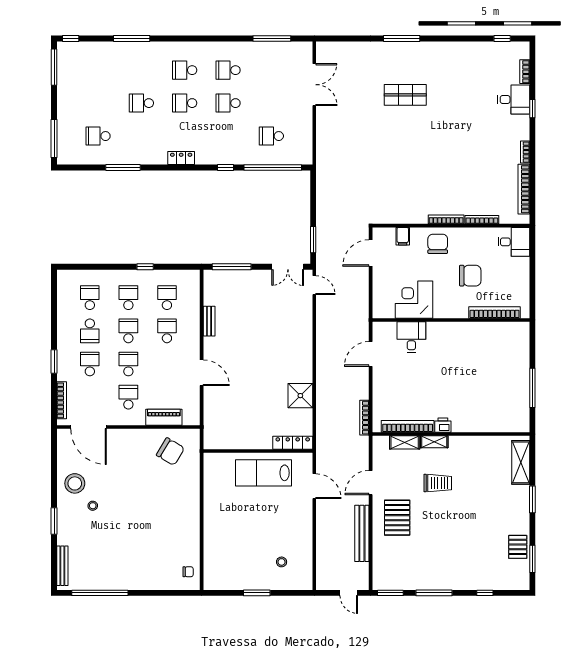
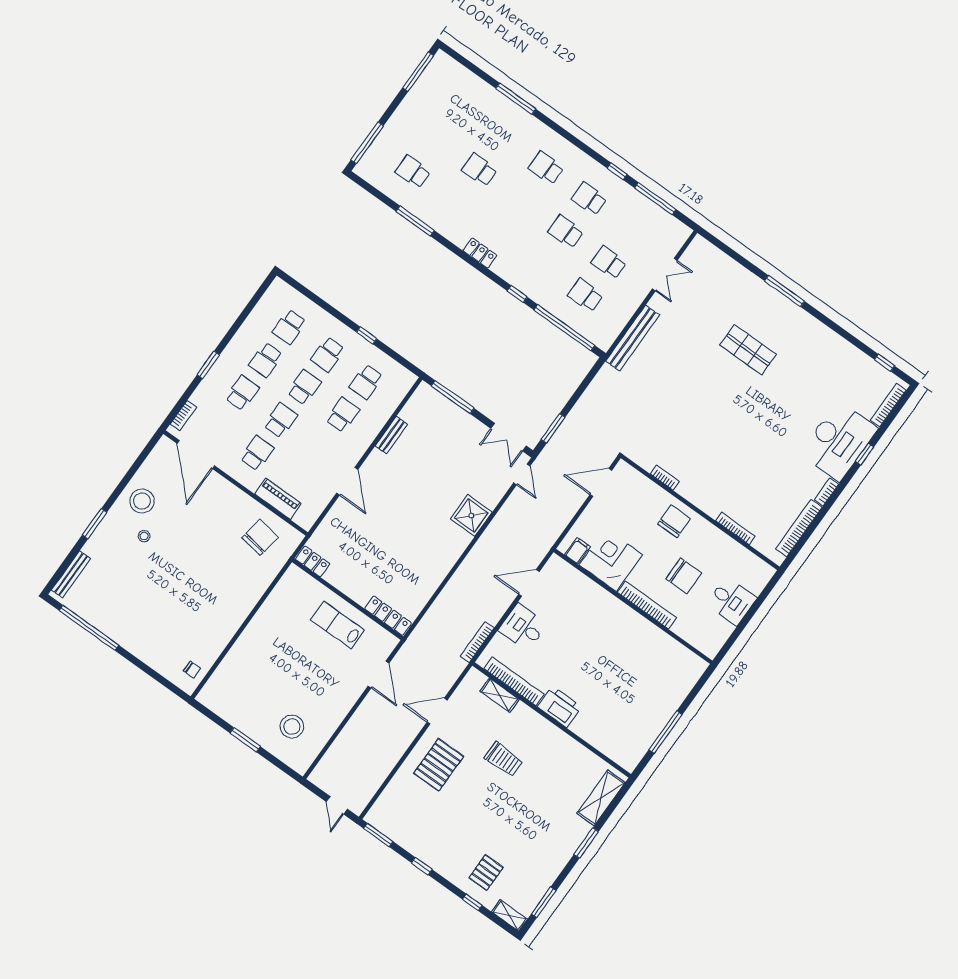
window: (71, 39) -> (617, 171), moved
bookcase: (525, 72) -> (888, 405), width x1.56
double door: (314, 85) -> (665, 275), width x0.73
desk: (514, 99) -> (839, 441), width x1.87, depth x1.30
school desk: (185, 103) -> (609, 262), moved
bookcase: (446, 219) -> (665, 478), moved, width x0.64
filing cabinet: (403, 236) -> (577, 551), moved, turned 180
desk: (514, 242) -> (731, 601), moved
school desk: (90, 298) -> (289, 327), turned 180
school desk: (128, 298) -> (328, 354), turned 180
school desk: (167, 298) -> (366, 382), turned 180
bookcase: (495, 312) -> (647, 605), moved
desk: (411, 337) -> (523, 627), moved, turned -90
shower: (300, 396) -> (471, 516), moved
bookcase: (62, 400) -> (183, 416), width x0.64
printer: (443, 425) -> (559, 707), width x1.87, depth x1.48
locker: (217, 442) -> (313, 561), added
shelving: (434, 442) -> (510, 915), moved
chair: (170, 452) -> (260, 537), turned -112
lab bench: (263, 473) -> (337, 625), width x0.73, depth x0.72
bench: (362, 533) -> (633, 338), moved
pallet: (518, 547) -> (486, 873), moved
stool: (282, 562) -> (292, 727), width x1.89, depth x1.89
window: (434, 593) -> (422, 866), width x0.46

